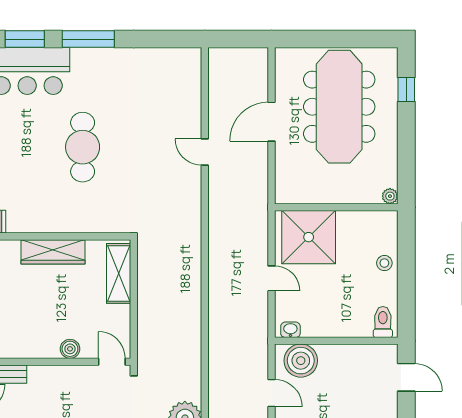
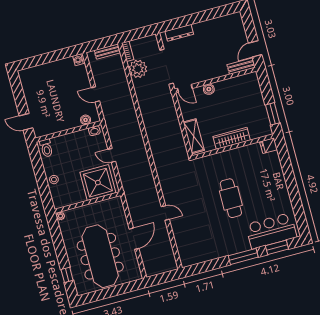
boiler: (301, 361) -> (86, 120), width x0.54, depth x0.54

